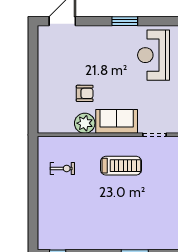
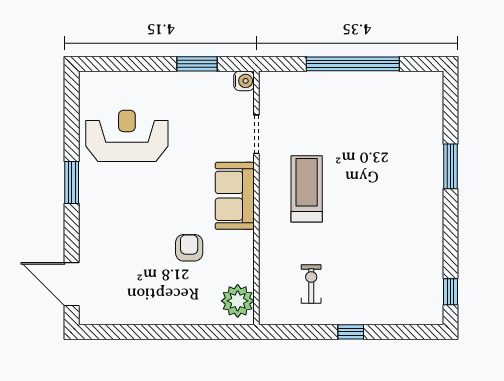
reception desk: (154, 55) -> (127, 136), turned 180
plant: (85, 123) -> (238, 301), moved
window: (33, 193) -> (351, 332), added

